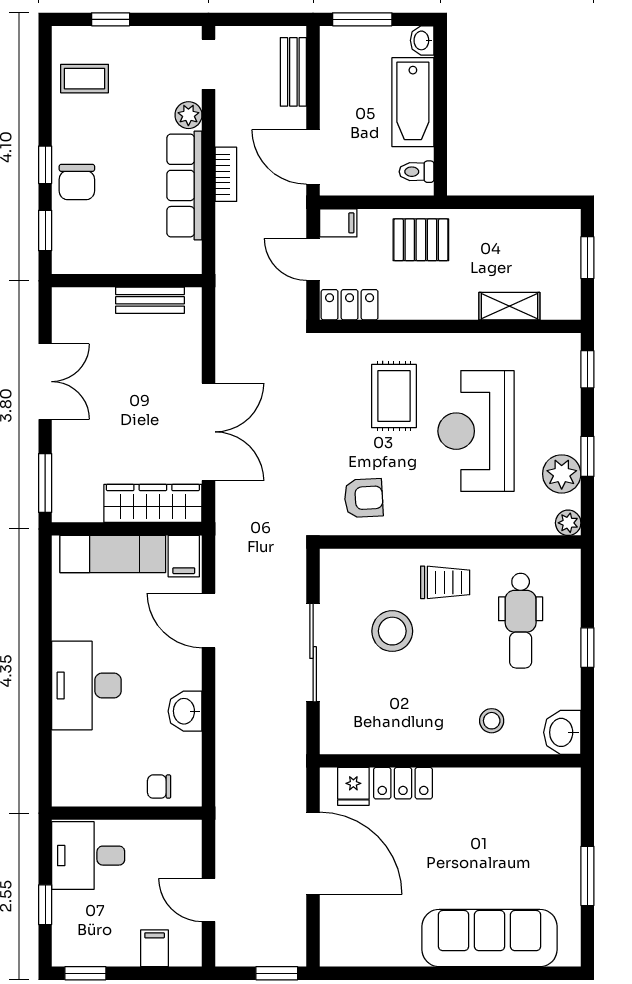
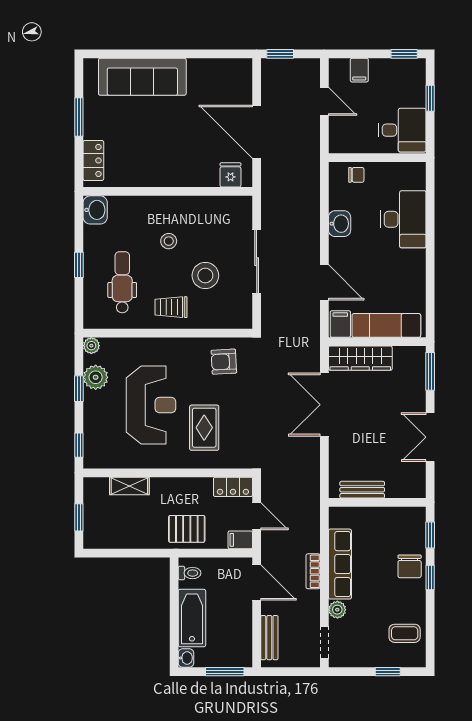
chair: (77, 182) -> (410, 566), turned 180
desk: (86, 685) -> (403, 219), moved
stool: (492, 721) -> (169, 241), moved
locker: (403, 783) -> (93, 160), moved, turned 90

